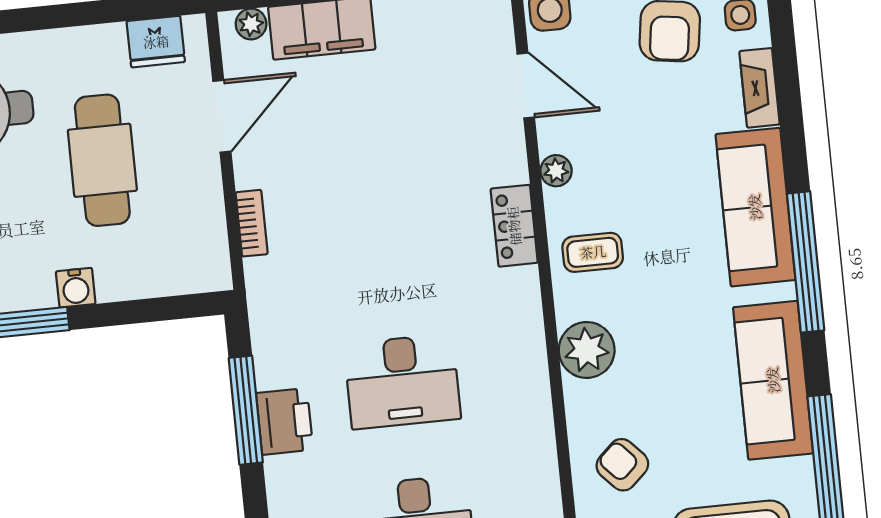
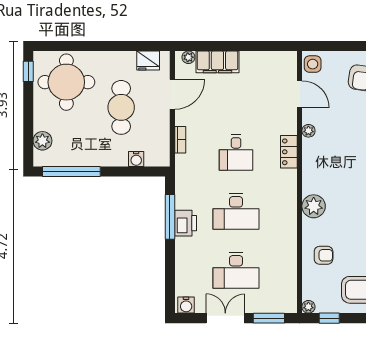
desk: (388, 240) -> (236, 153), added
coffee table: (593, 252) -> (320, 166), removed
water cooler: (76, 288) -> (136, 159), moved
armchair: (622, 465) -> (324, 255), turned 133

